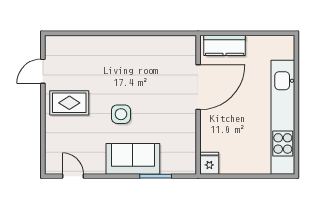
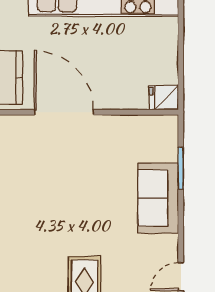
side table: (121, 114) -> (99, 214), removed

